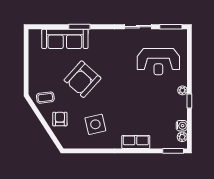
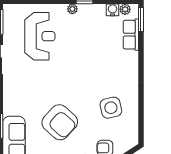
row of seats: (136, 142) -> (131, 35), moved

